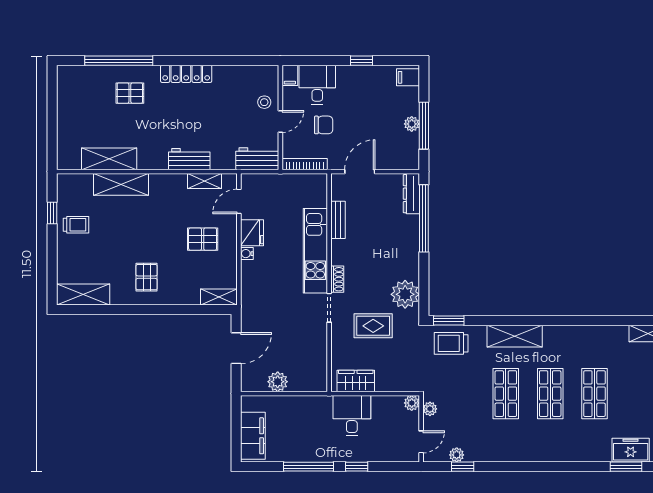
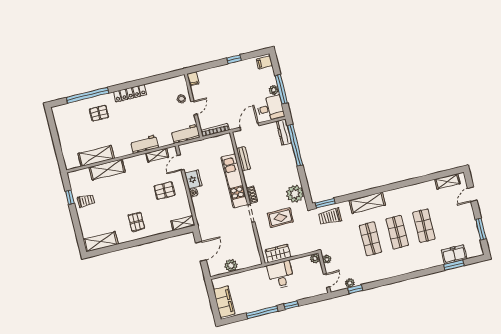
desk: (317, 85) -> (270, 108), moved, turned 90
chair: (324, 125) -> (221, 104), removed

